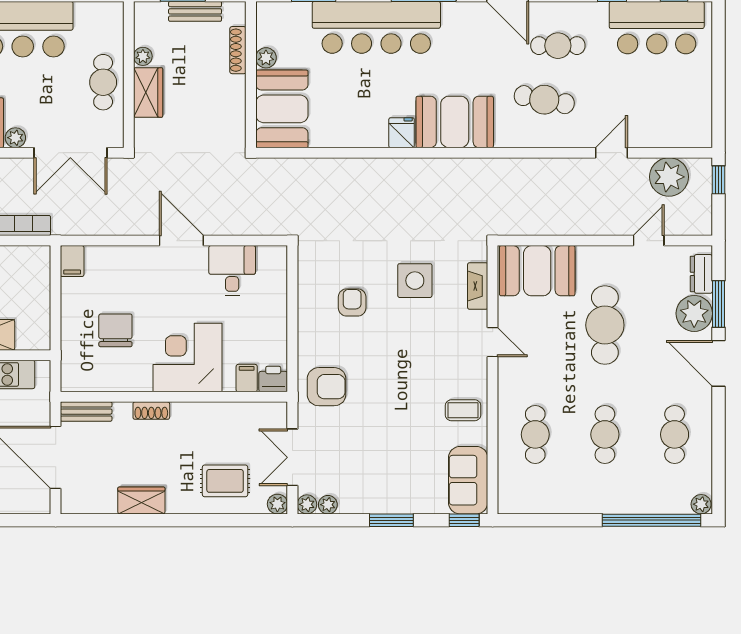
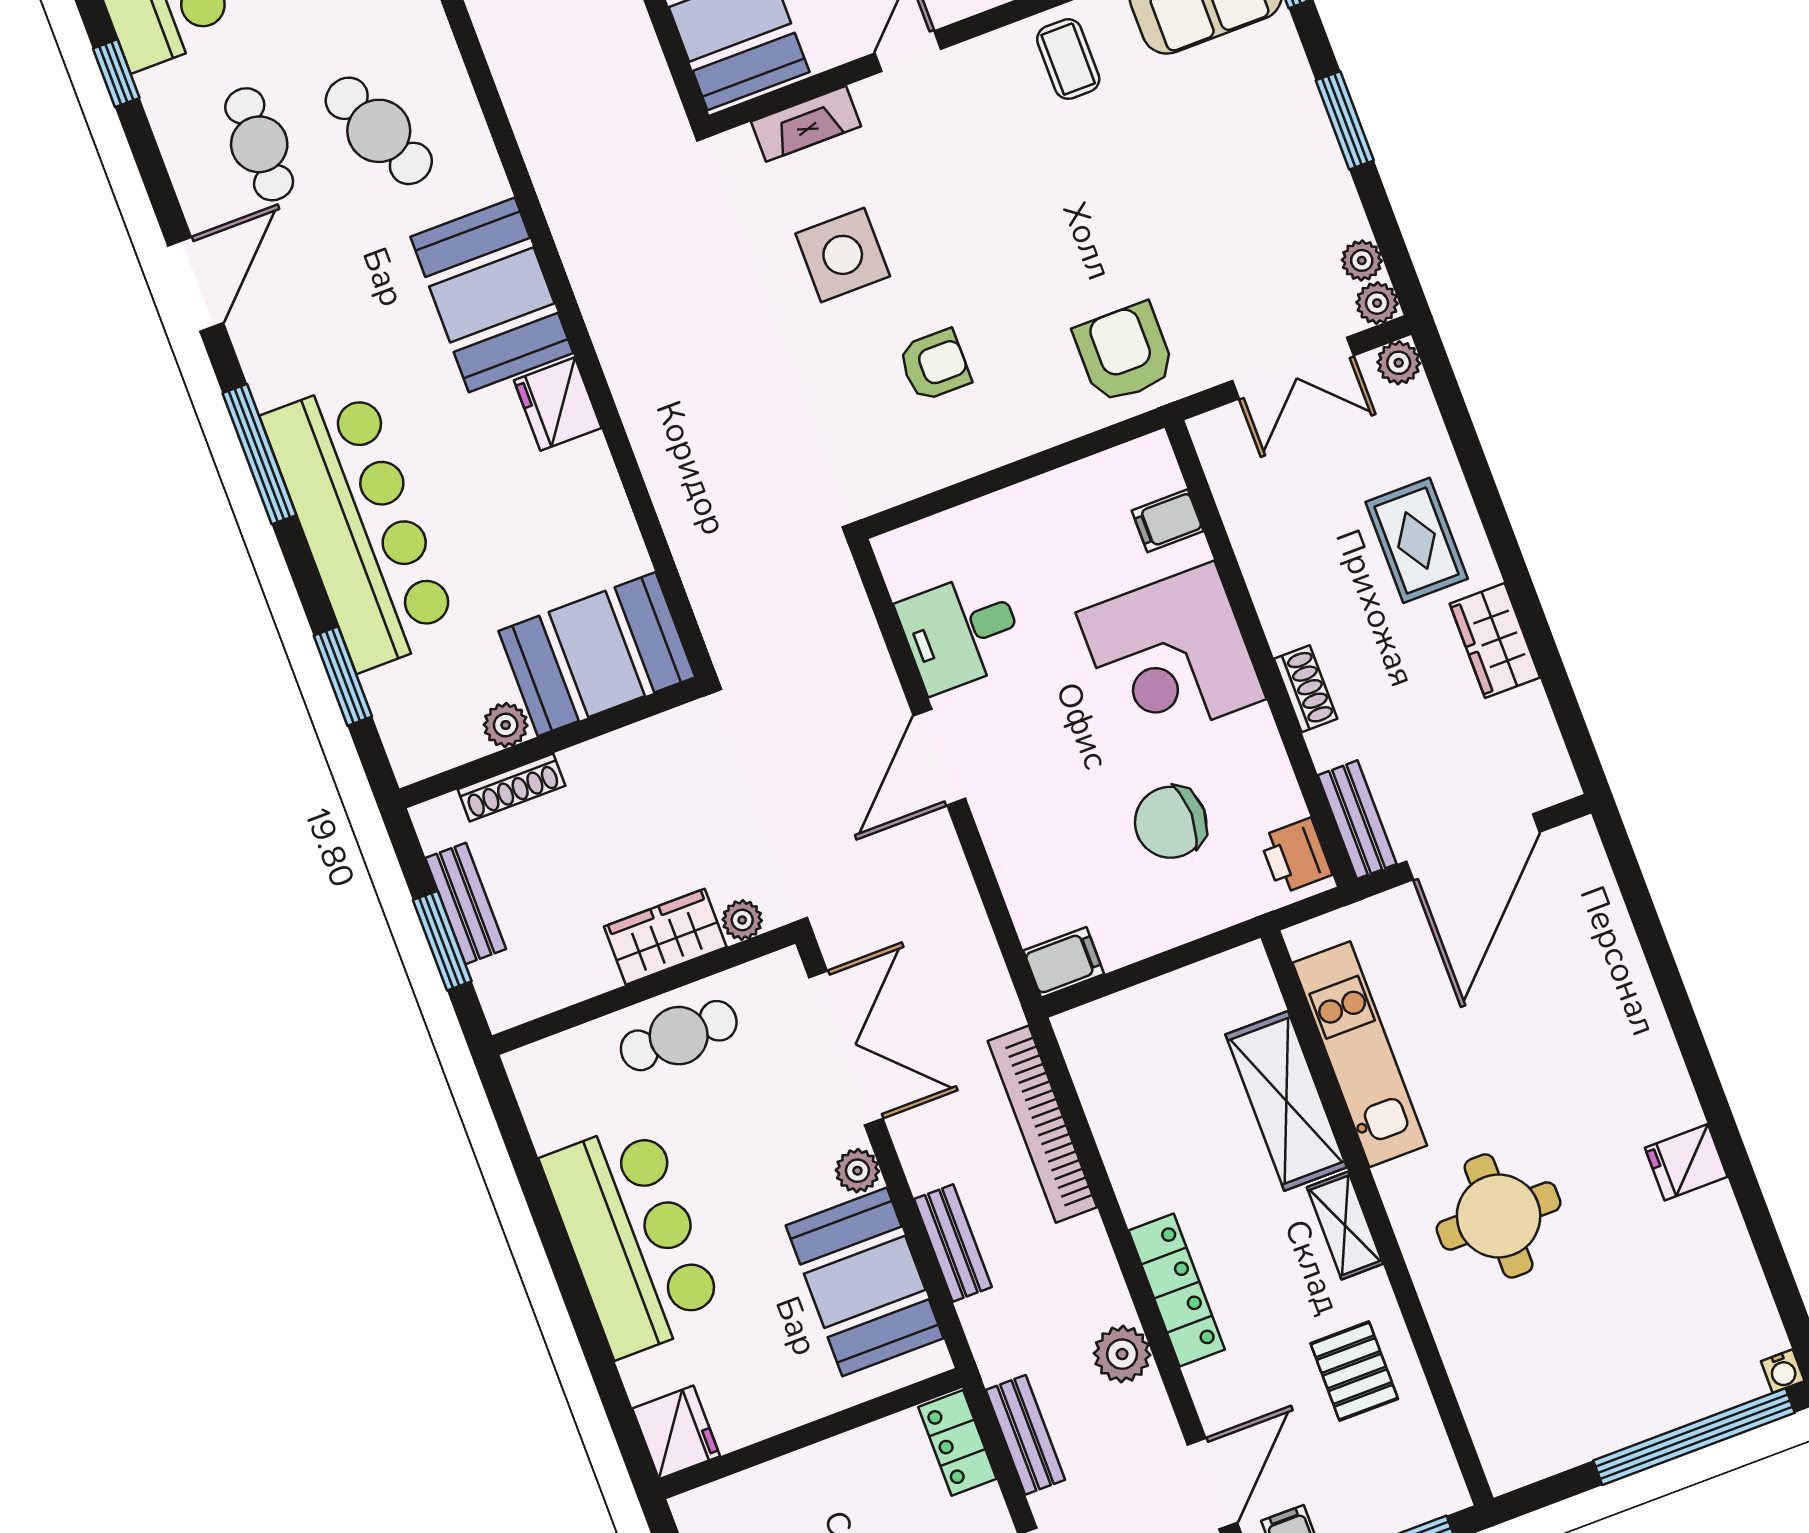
plant: (143, 56) -> (742, 920), moved
cafe table: (544, 100) -> (379, 131), turned -35
fridge: (402, 133) -> (558, 404), width x1.38
armchair: (352, 302) -> (935, 365), turned 180
printer: (273, 379) -> (1296, 856), moved
rug: (225, 481) -> (1417, 540), moved

